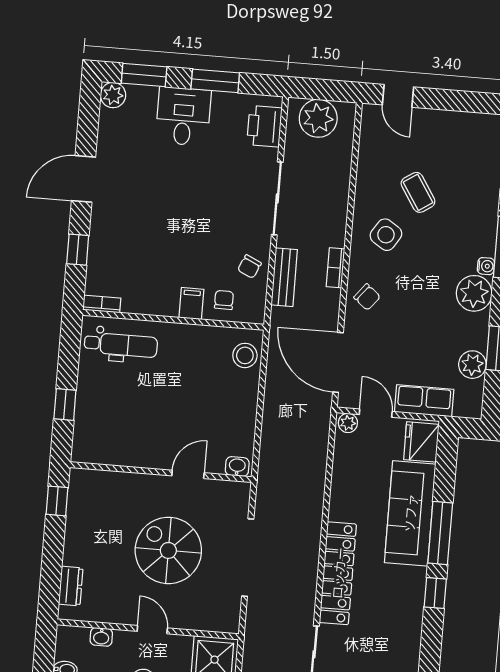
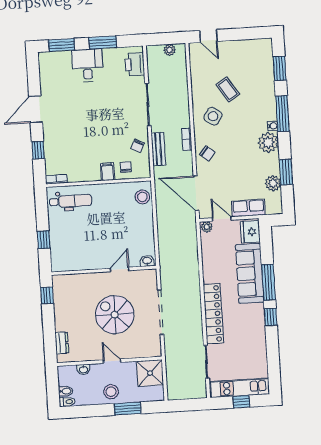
plant: (113, 95) -> (46, 59), removed
plant: (318, 118) -> (169, 50), width x0.53, depth x0.53

